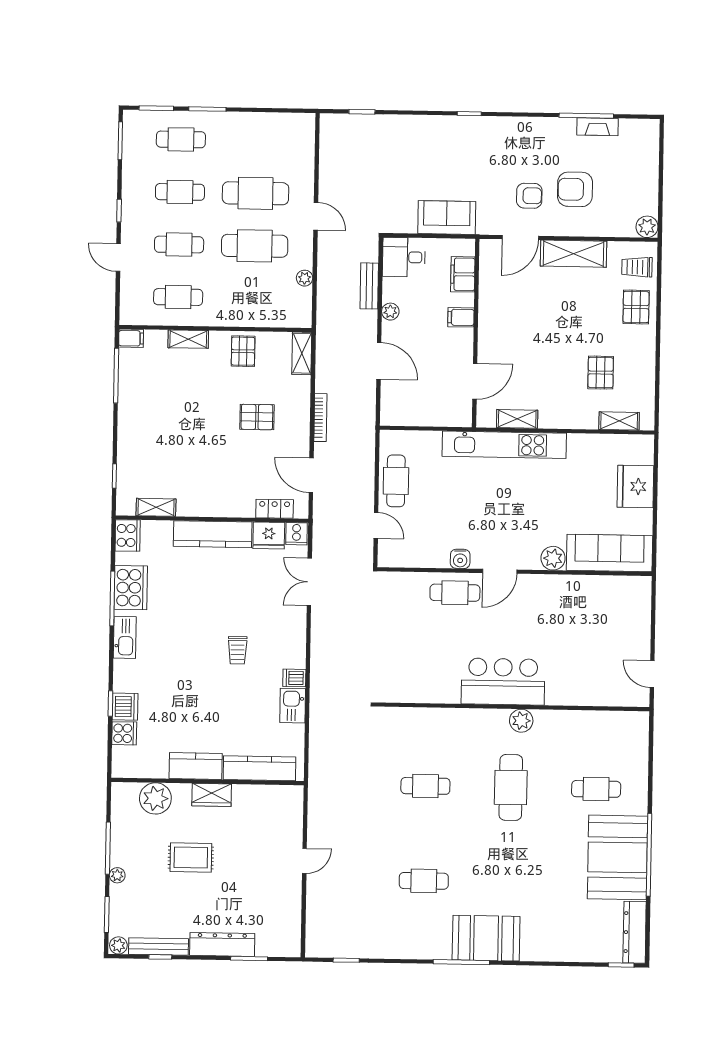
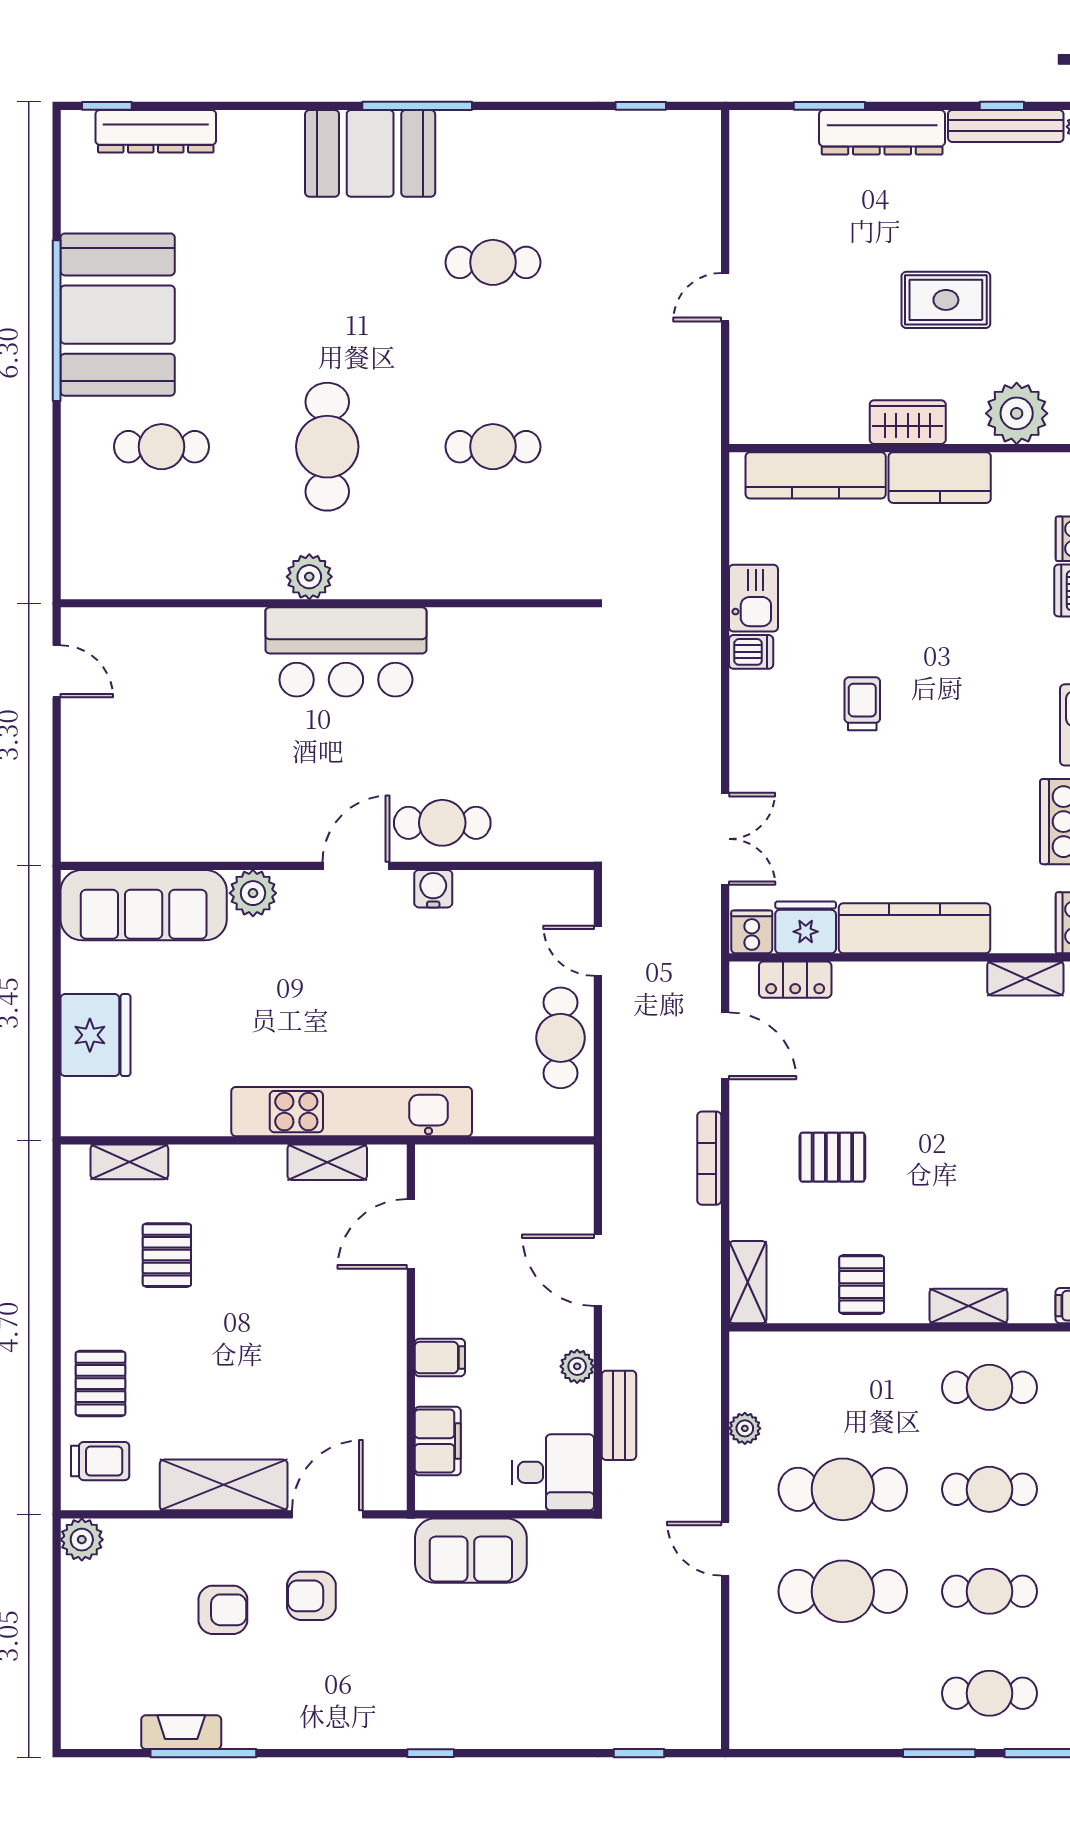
armchair: (575, 189) -> (223, 1610), width x0.72, depth x0.72
dresser: (635, 932) -> (156, 131), moved, turned 90

